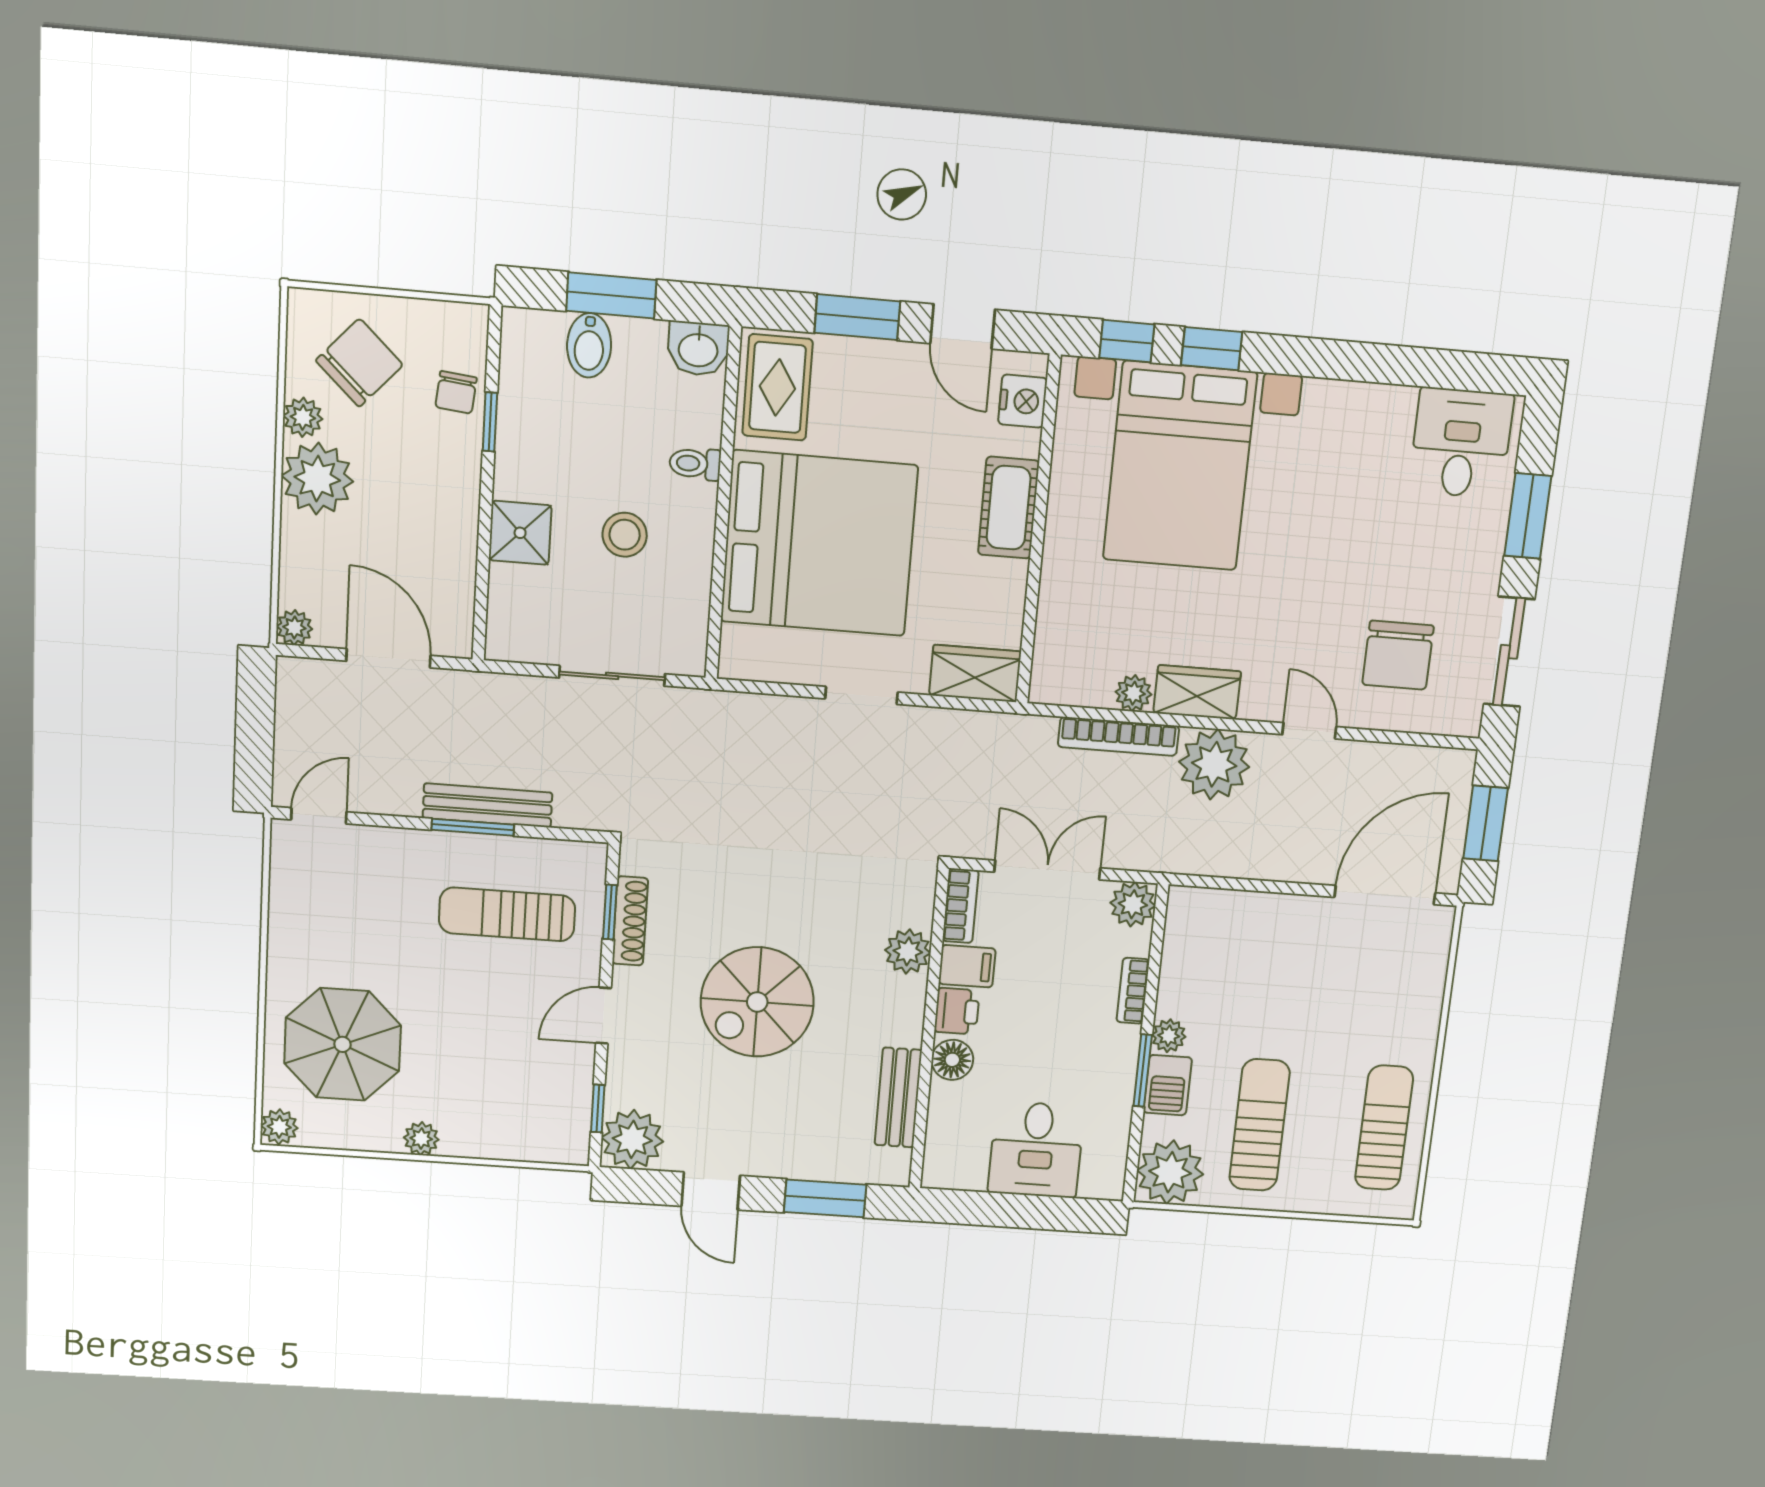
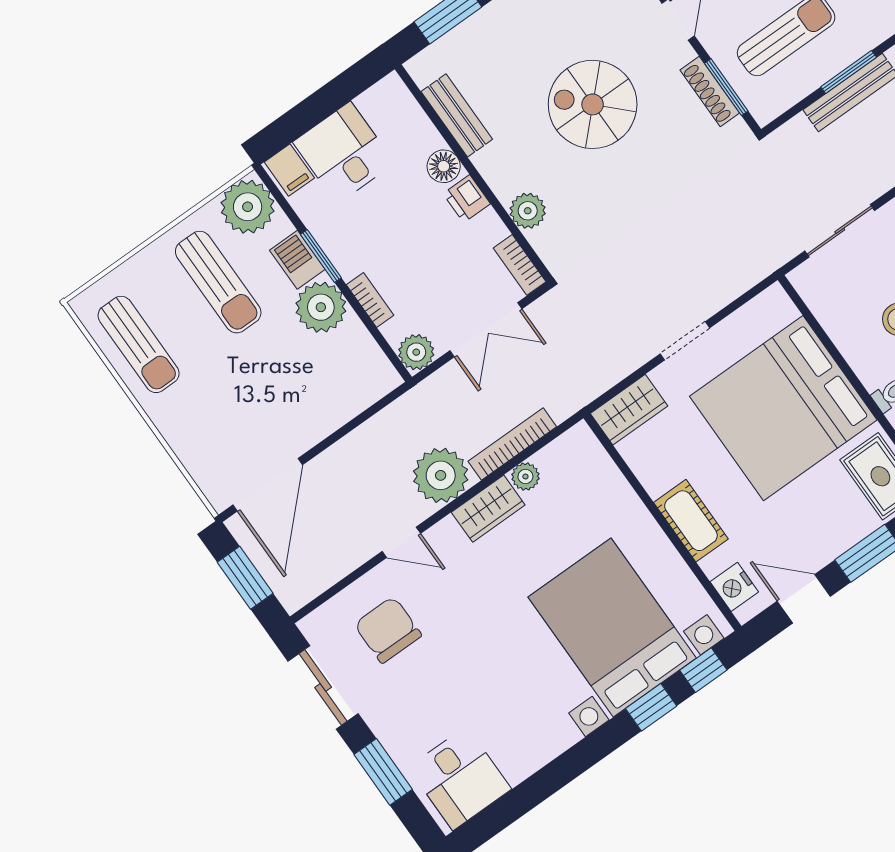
window: (610, 912) -> (726, 87), width x1.50
filing cabinet: (967, 966) -> (289, 170), moved, turned -90
spiral stairs: (757, 1002) -> (593, 104), turned -90
plant: (1169, 1036) -> (321, 307), width x1.88, depth x1.88

